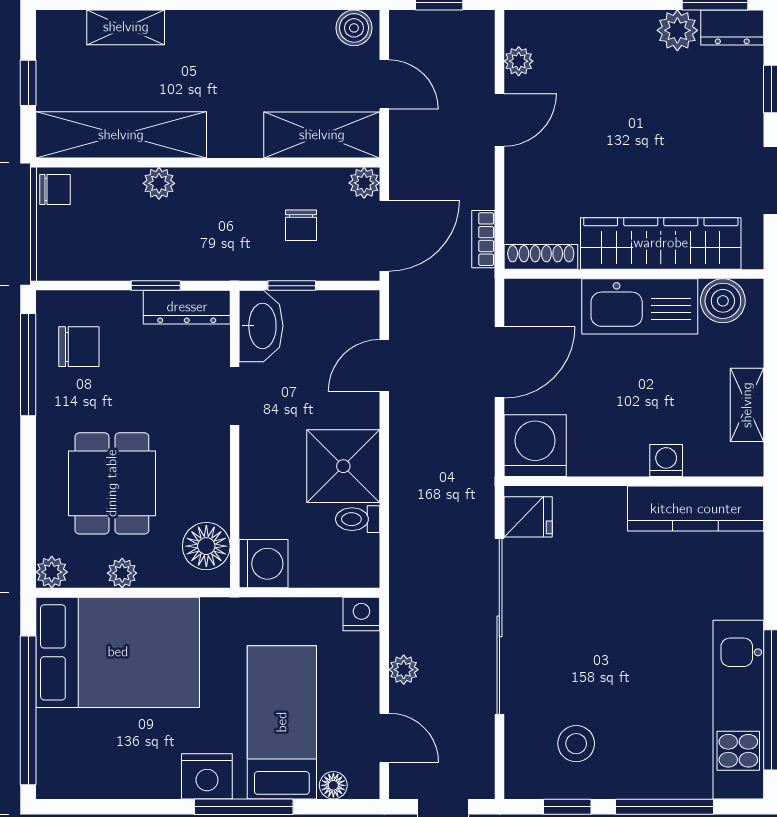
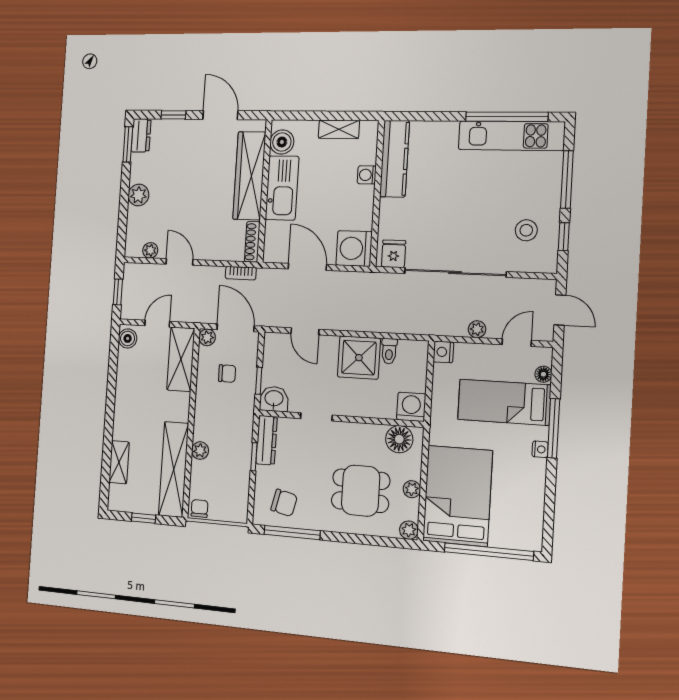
plant: (677, 30) -> (138, 195), moved
washbasin: (261, 326) -> (274, 399), width x0.72
chair: (79, 347) -> (284, 503), turned 103
nightstand: (207, 776) -> (540, 449), width x0.53, depth x0.56

